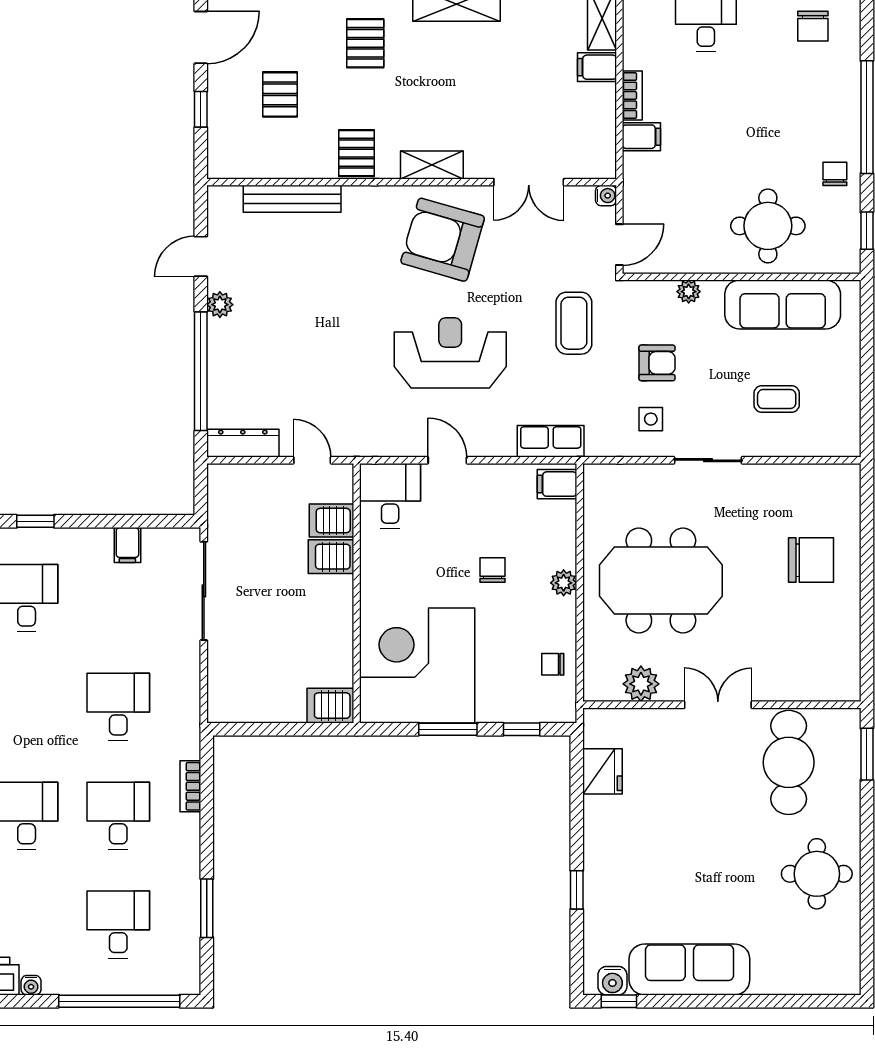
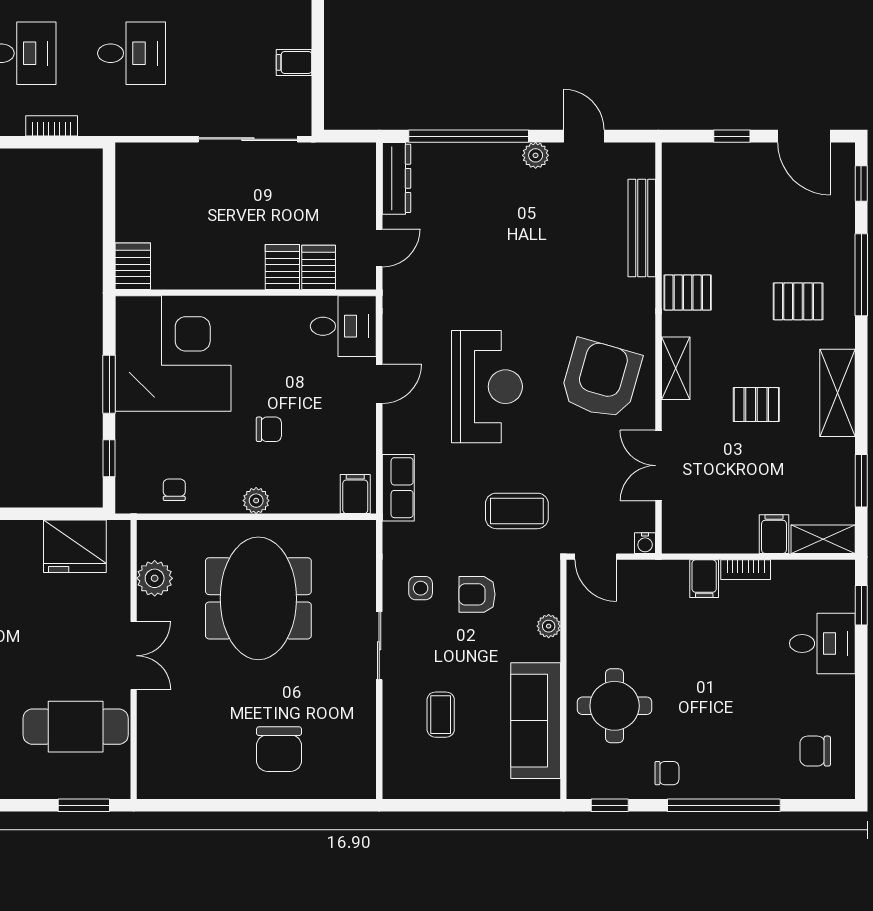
pallet: (280, 94) -> (756, 405), moved
armchair: (657, 363) -> (477, 594), turned 90
fridge: (602, 771) -> (75, 546), width x1.36, depth x1.34

